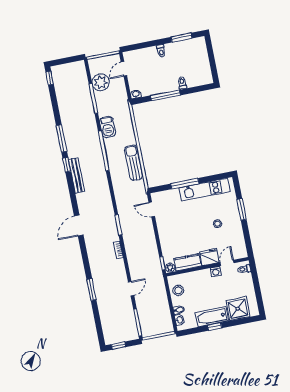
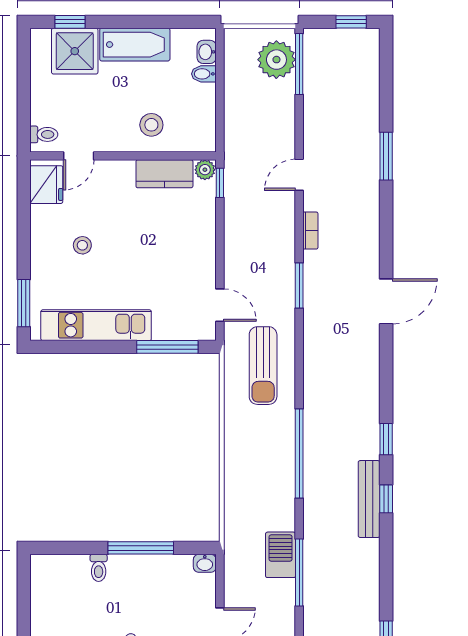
plant: (101, 82) -> (276, 60), moved
barbecue: (108, 127) -> (281, 555), moved
window: (61, 138) -> (386, 499), width x0.46
sun lounger: (133, 163) -> (263, 366), moved
bench: (77, 176) -> (369, 499), moved
window: (185, 184) -> (167, 347), moved
window: (242, 209) -> (24, 303), moved
fridge: (209, 257) -> (46, 185), moved, turned -90
washing machine: (216, 272) -> (107, 142), removed
door: (131, 289) -> (299, 175), moved
stool: (178, 290) -> (151, 125), moved
window: (215, 327) -> (70, 22), moved

